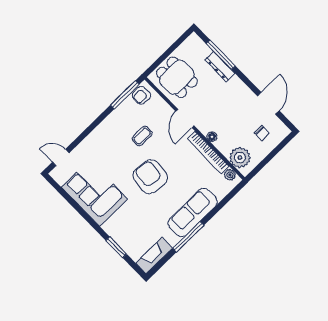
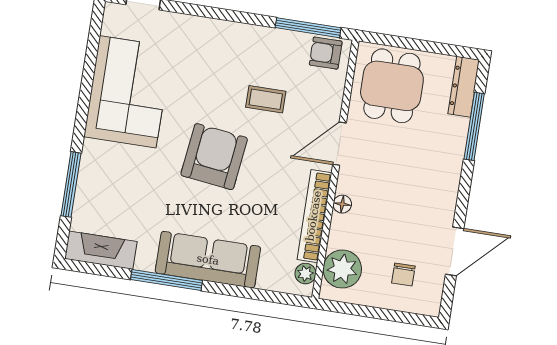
dresser: (220, 67) -> (464, 87), moved
window: (116, 247) -> (71, 184), width x1.44

